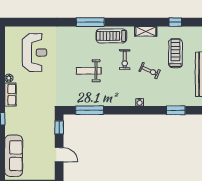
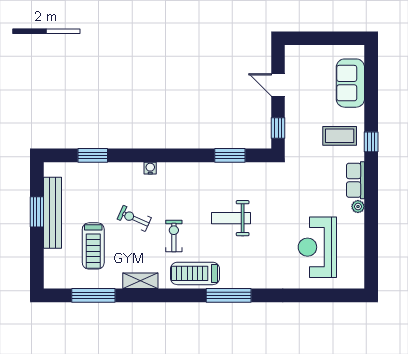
window: (175, 22) -> (93, 295), width x2.17
treadmill: (111, 36) -> (195, 273), turned 180
weight bench: (89, 71) -> (231, 218), turned 180
window: (89, 110) -> (230, 155), width x0.69
coffee table: (20, 123) -> (340, 136), added
sofa: (14, 156) -> (350, 83), width x0.73

